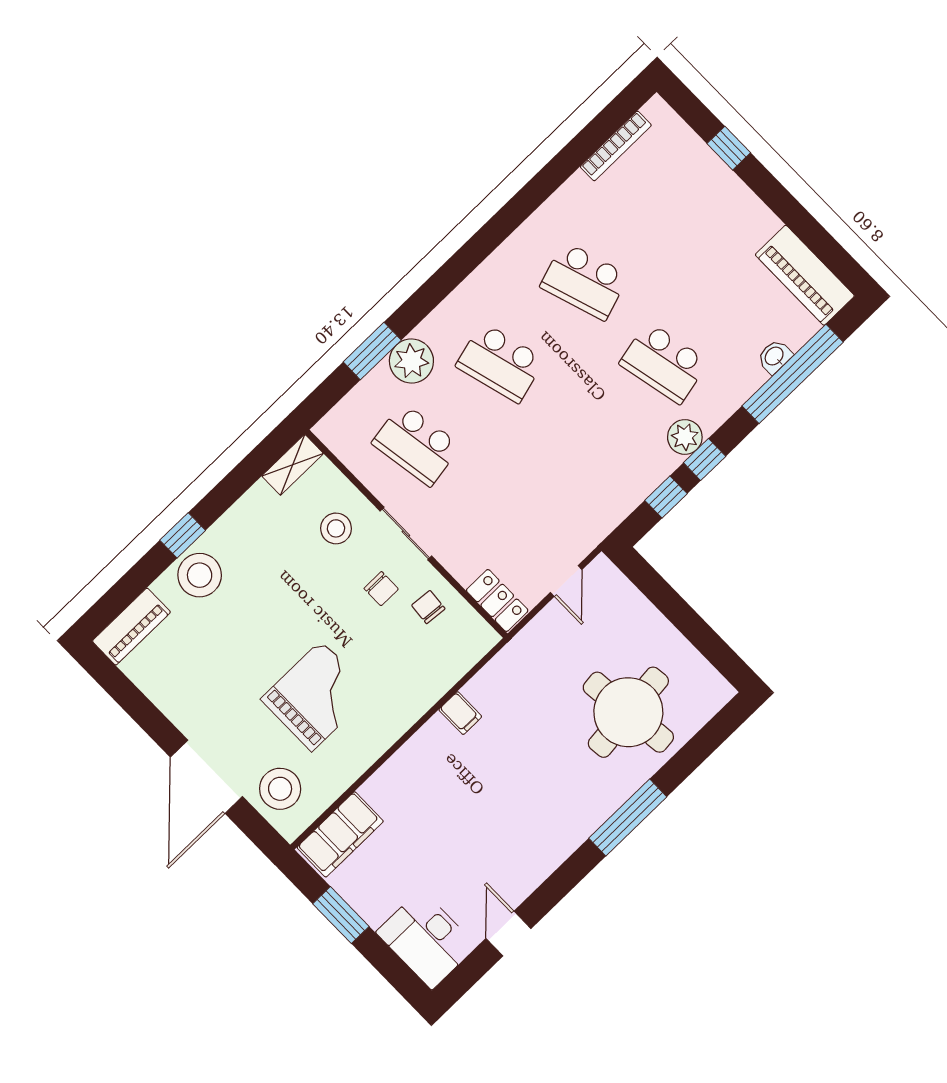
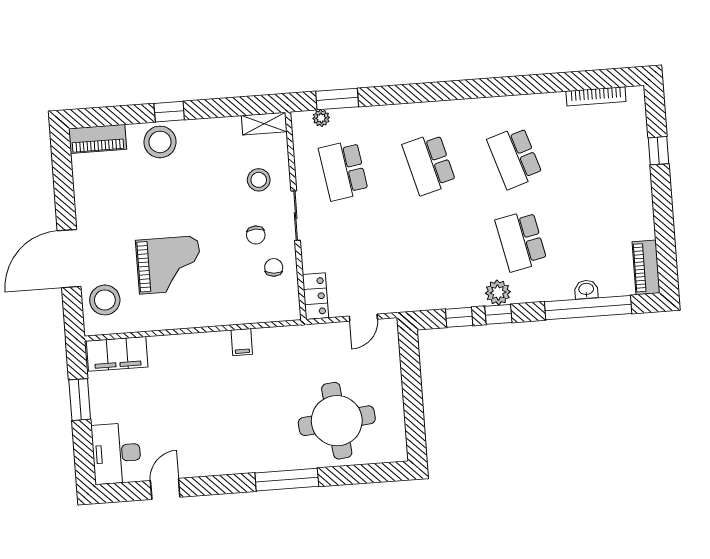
piano: (805, 275) -> (646, 267), width x0.73, depth x0.75
window: (372, 351) -> (337, 99), moved
plant: (411, 361) -> (321, 118), moved, width x0.53, depth x0.53

